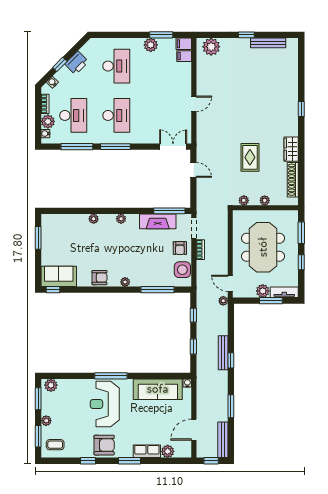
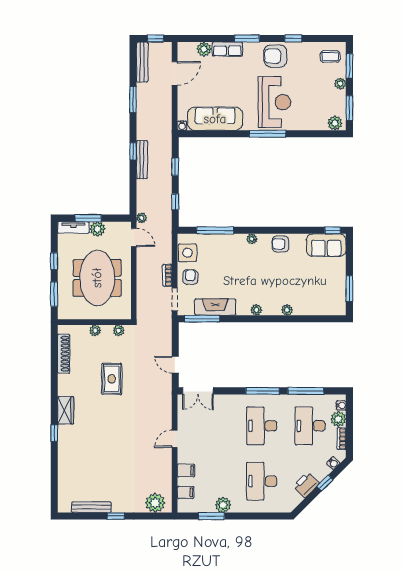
filing cabinet: (184, 44) -> (186, 470), moved
wardrobe: (291, 149) -> (66, 410), moved

